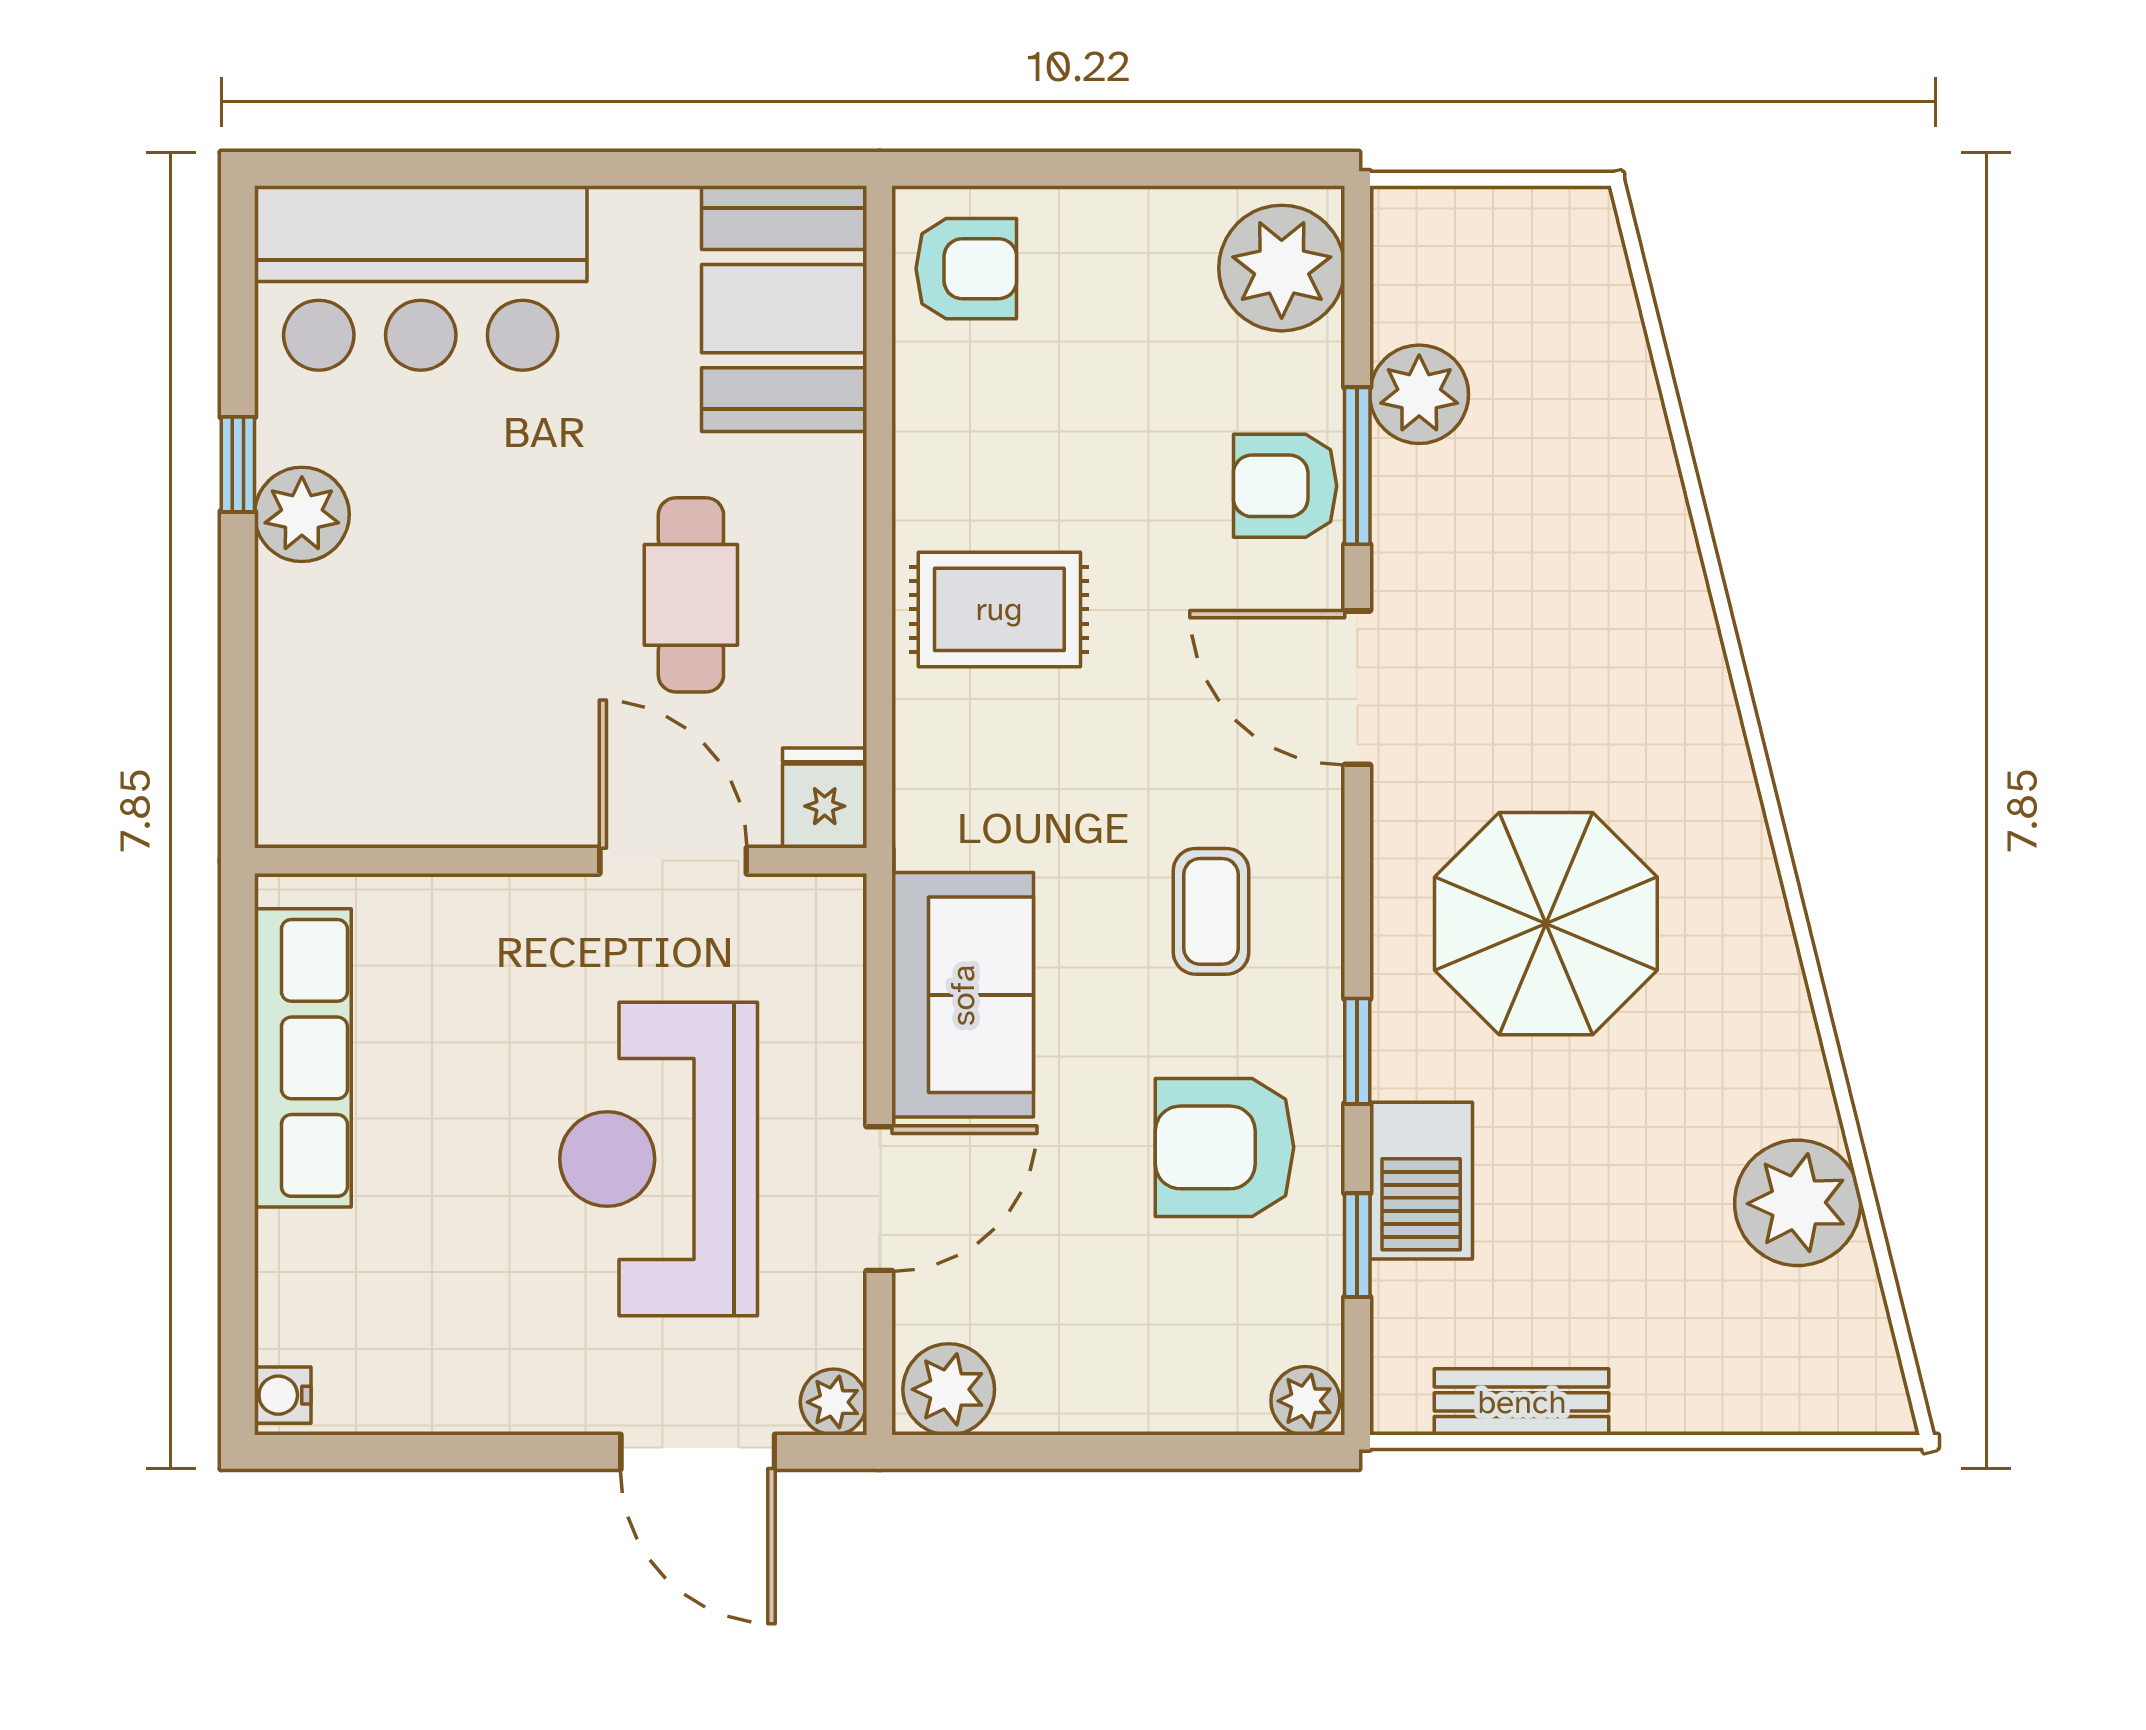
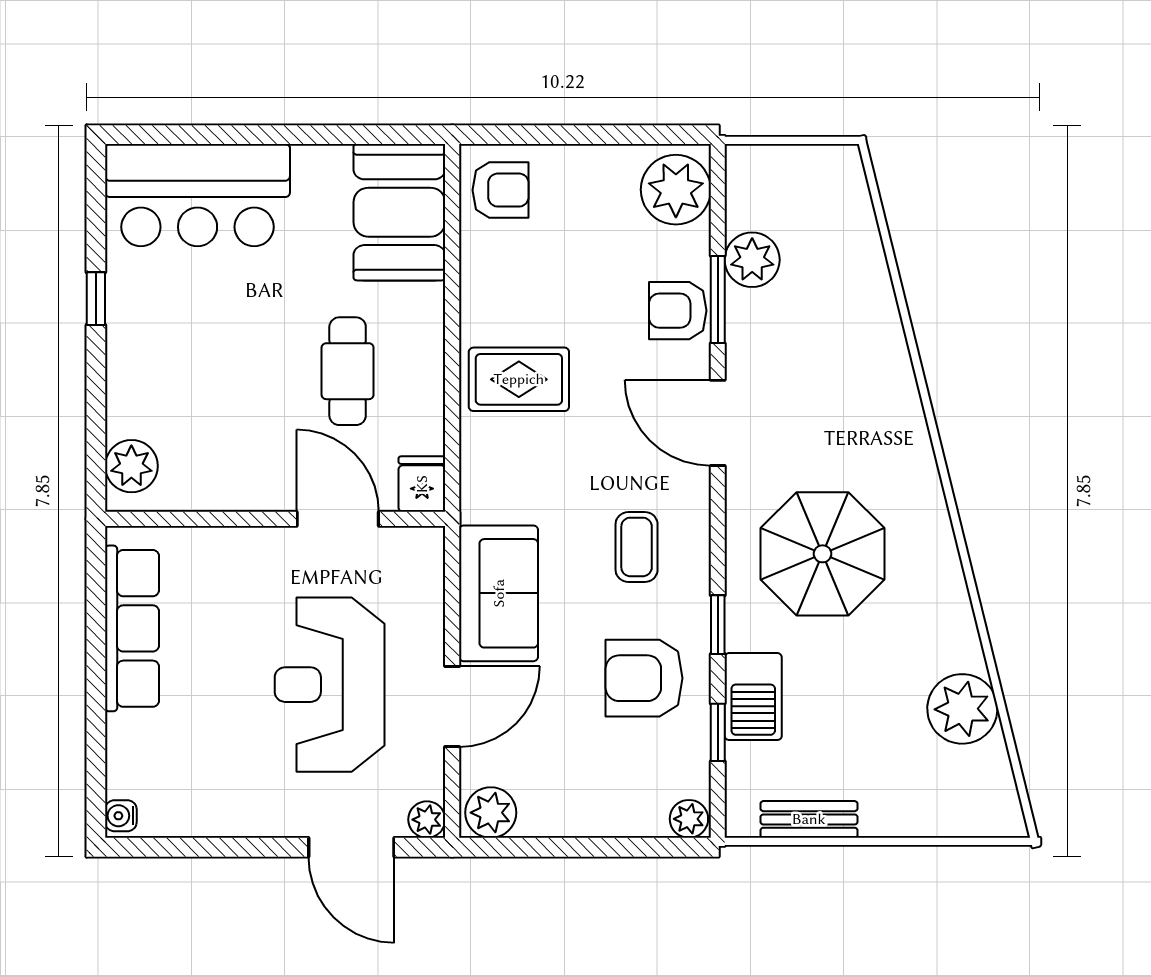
plant: (302, 514) -> (131, 466), moved

